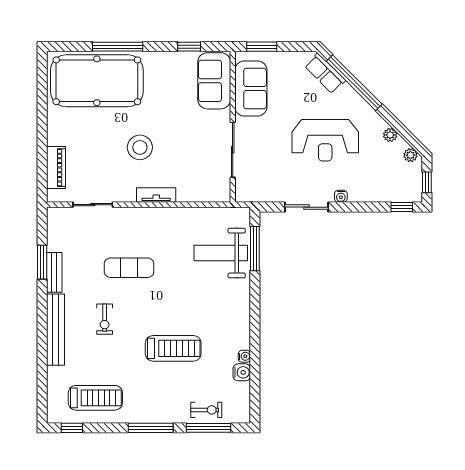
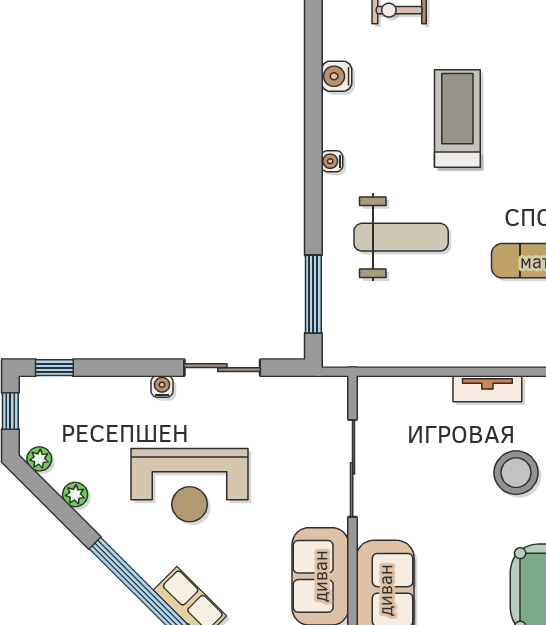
reception desk: (325, 140) -> (190, 485), turned 180
weight bench: (221, 253) -> (401, 237), moved
treadmill: (173, 348) -> (457, 119), turned 90
water cooler: (244, 356) -> (332, 161), moved

